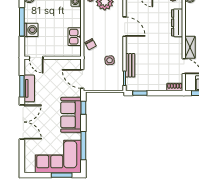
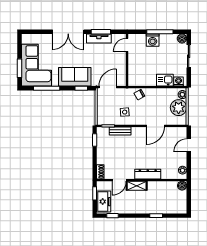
dresser: (177, 23) -> (148, 174), moved
kitchen sink: (75, 37) -> (165, 80), moved

